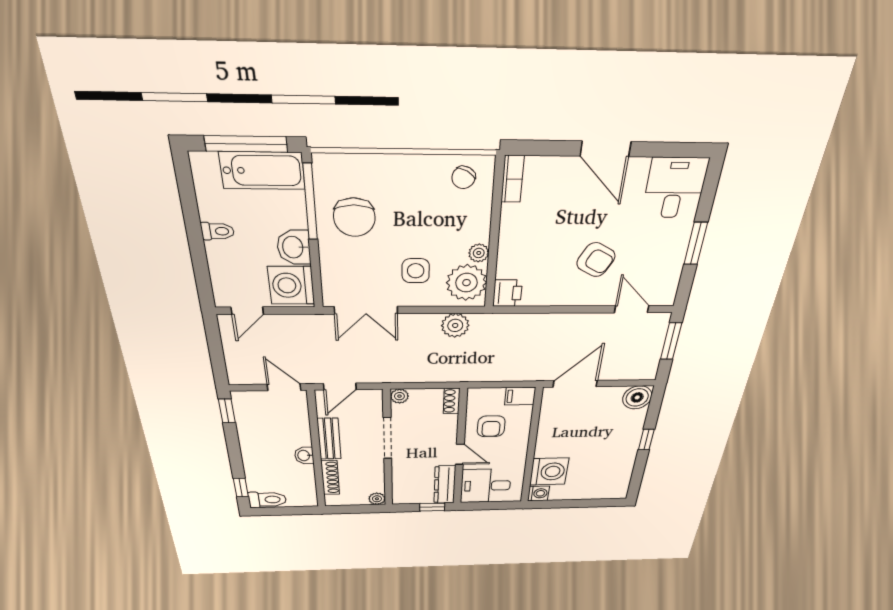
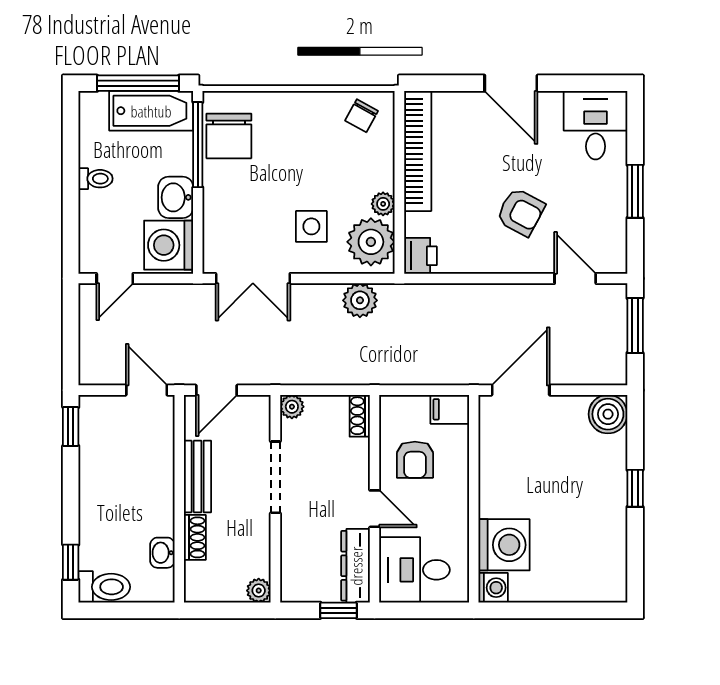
bookcase: (512, 179) -> (418, 151), width x2.31, depth x1.31
chair: (354, 217) -> (229, 136), moved
washbasin: (304, 456) -> (162, 553), moved
shoe rack: (330, 478) -> (195, 537), width x0.70

